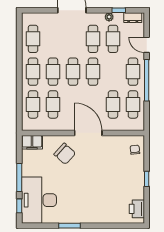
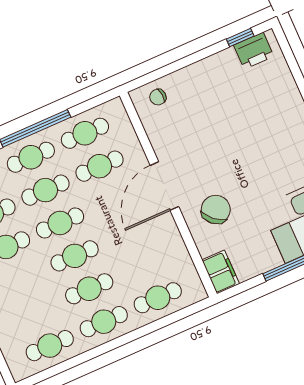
cafe table: (53, 104) -> (45, 190), moved
window: (147, 179) -> (240, 37), moved

